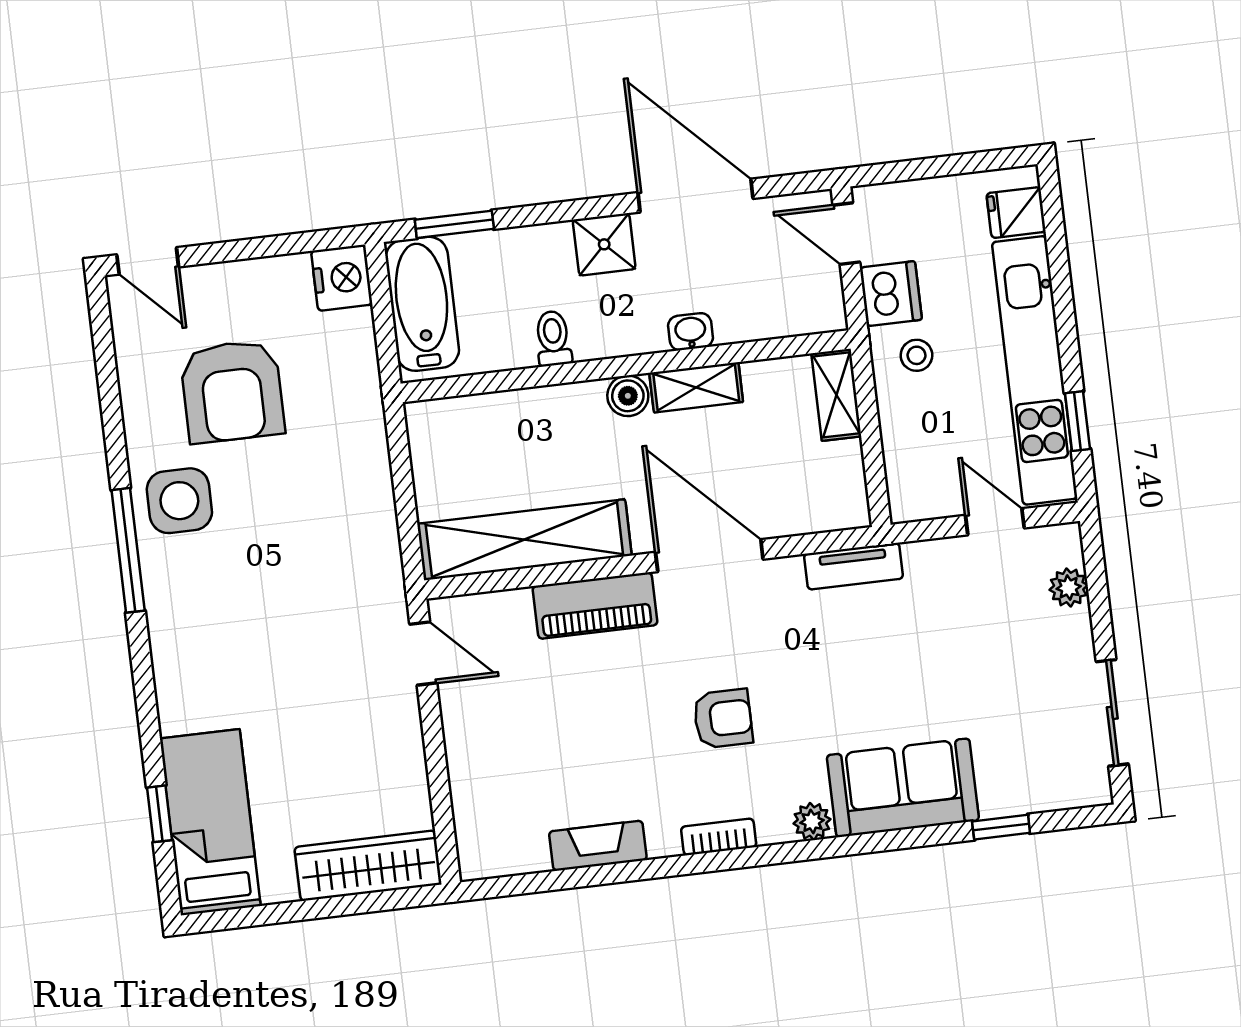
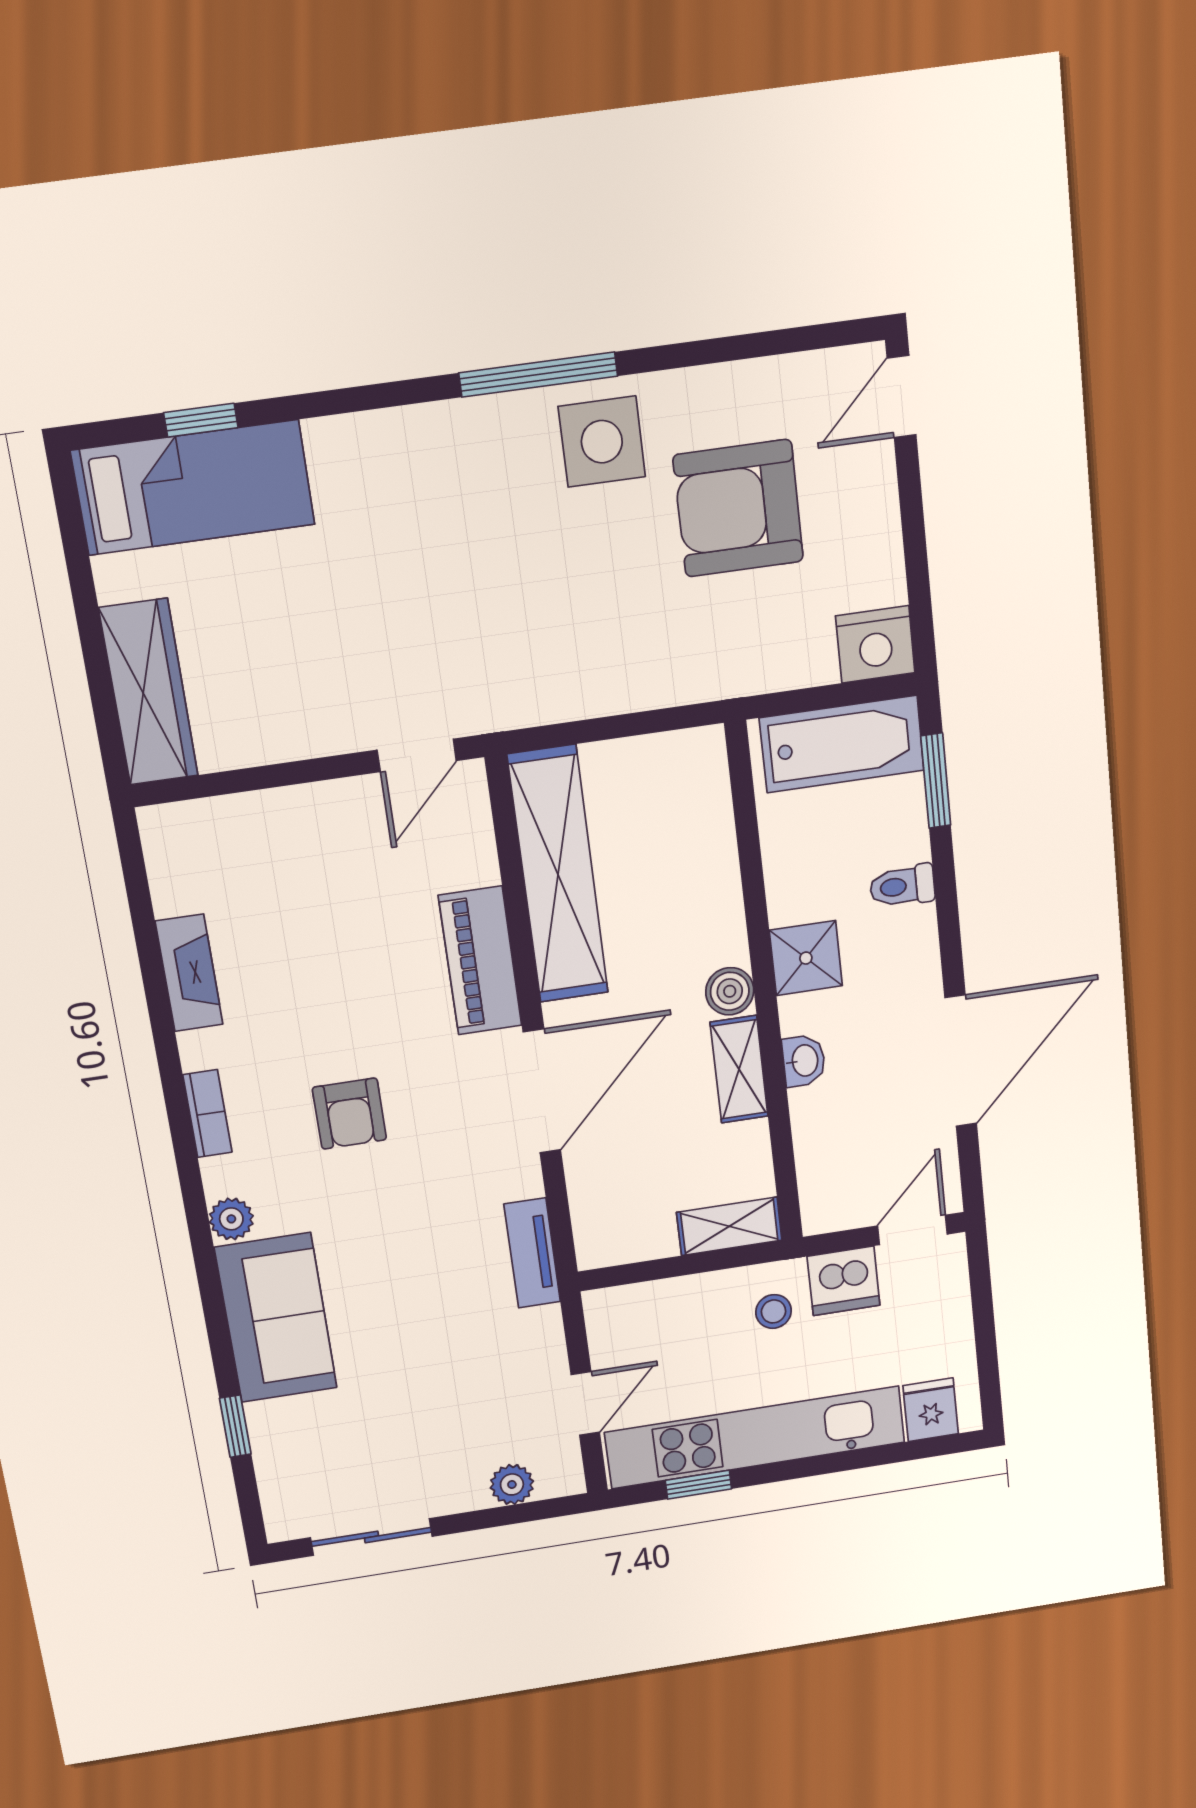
shower: (604, 244) -> (806, 958), moved
toilet: (553, 338) -> (902, 886), moved, turned 180

